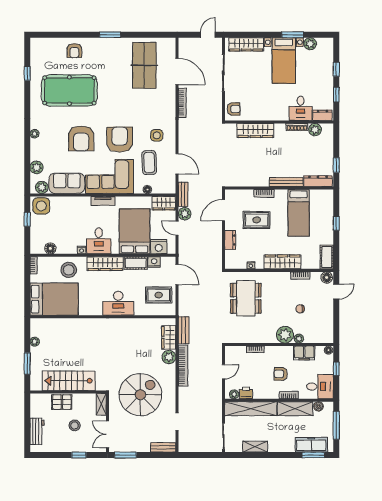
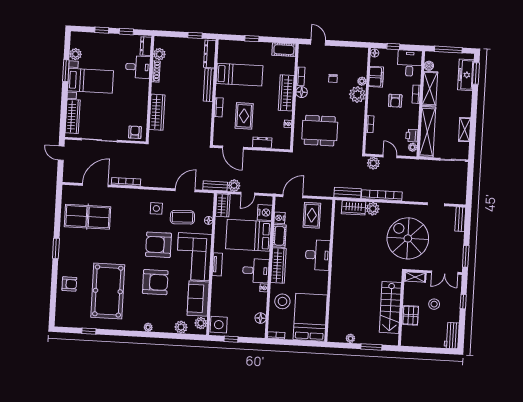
floor lamp: (327, 278) -> (302, 92), moved
plant: (216, 355) -> (373, 163), added
workbench: (37, 431) -> (452, 336), moved, turned -90

